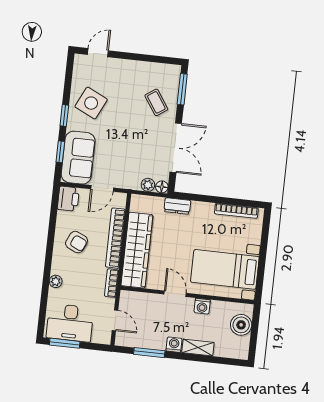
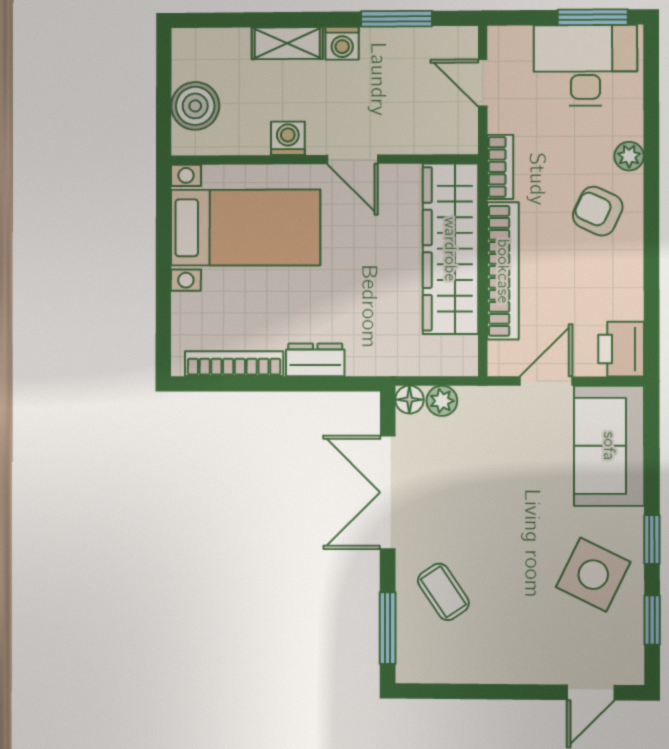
window: (60, 152) -> (652, 620), moved
dresser: (177, 206) -> (315, 360), moved
armchair: (77, 242) -> (598, 211), moved

